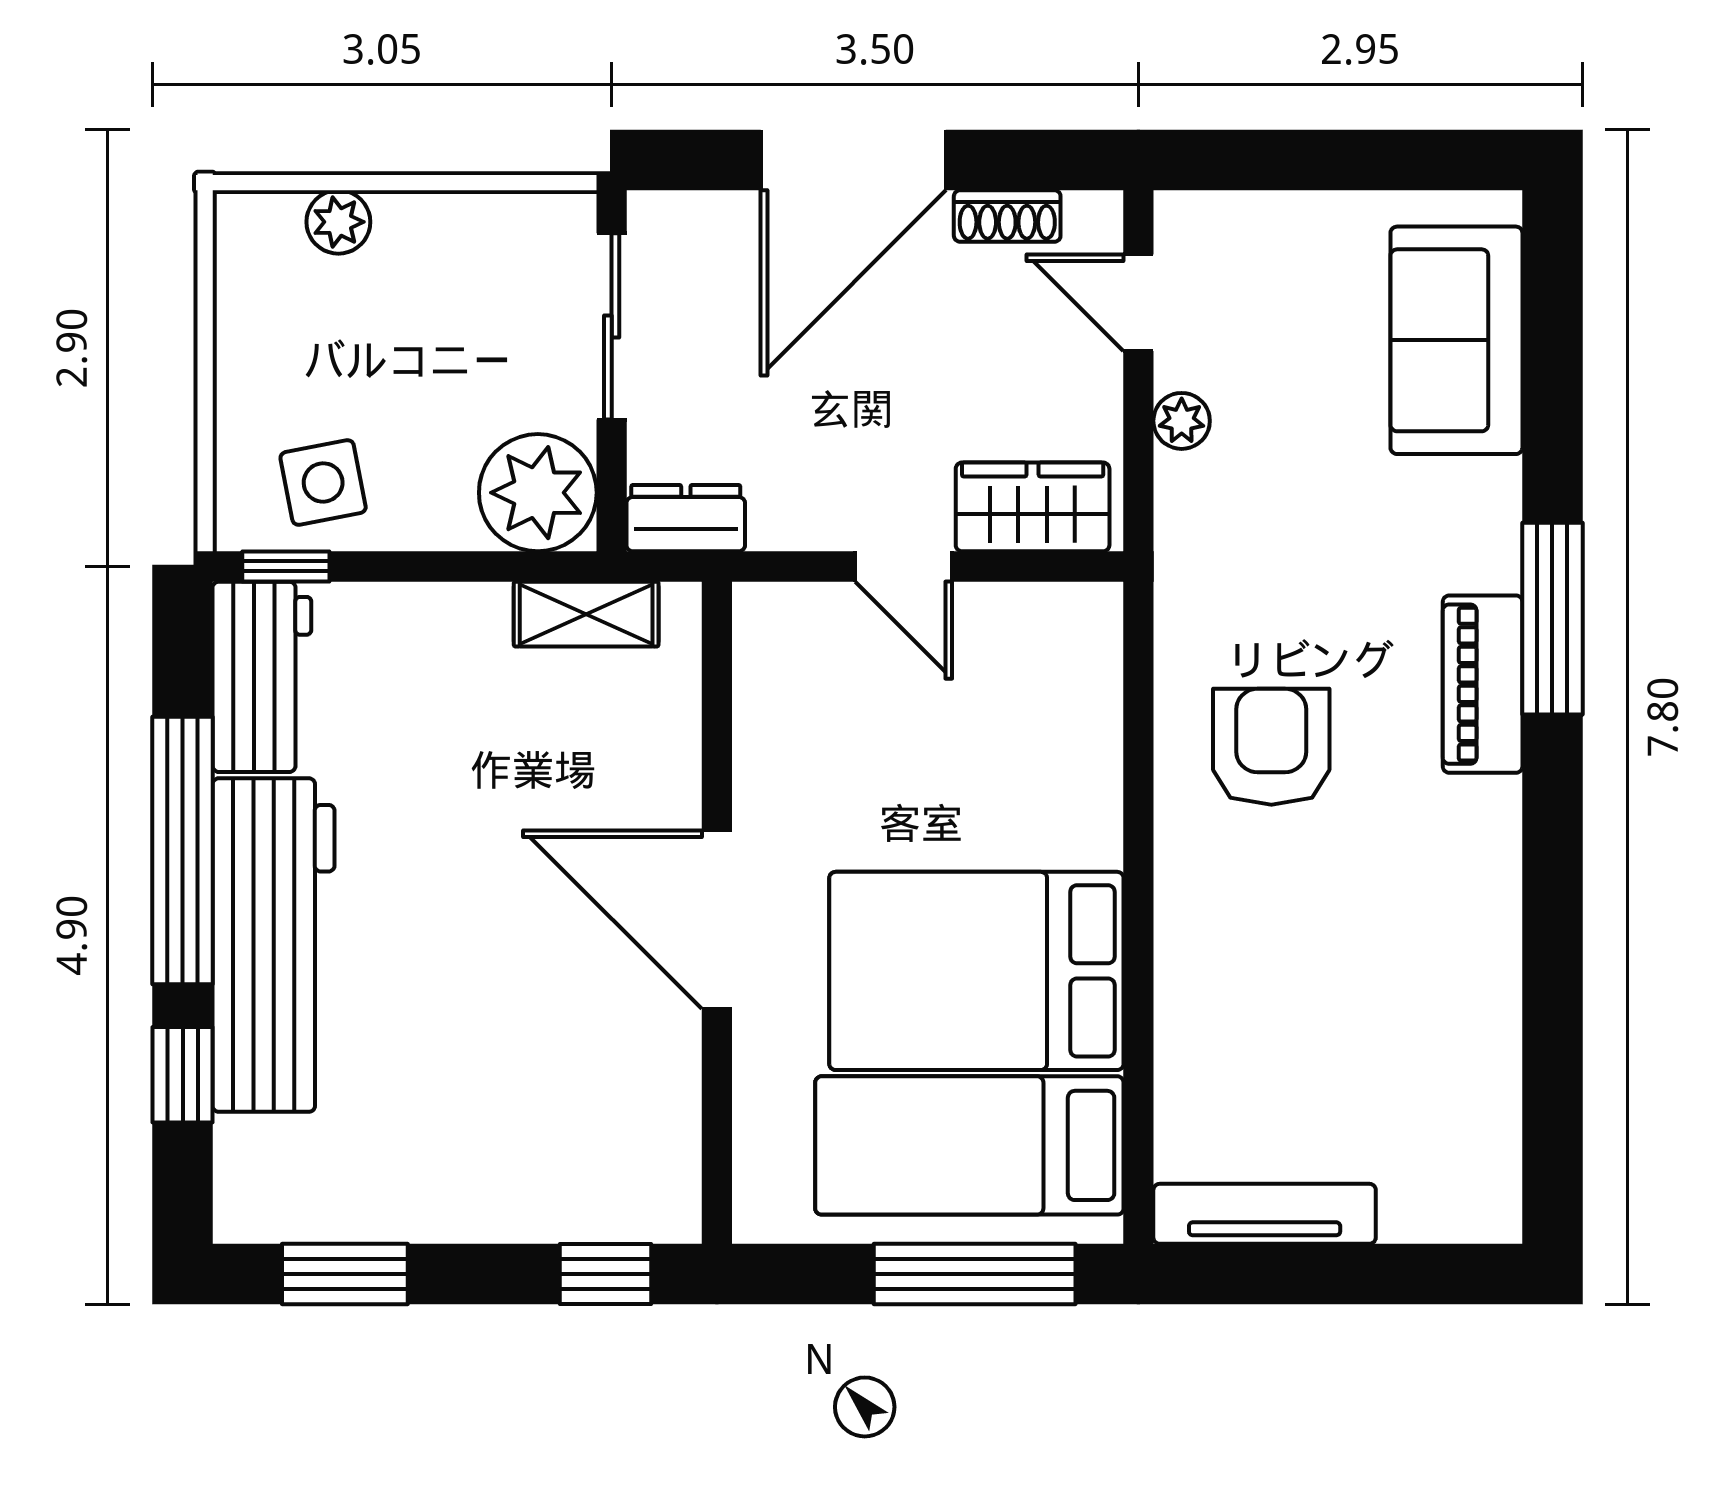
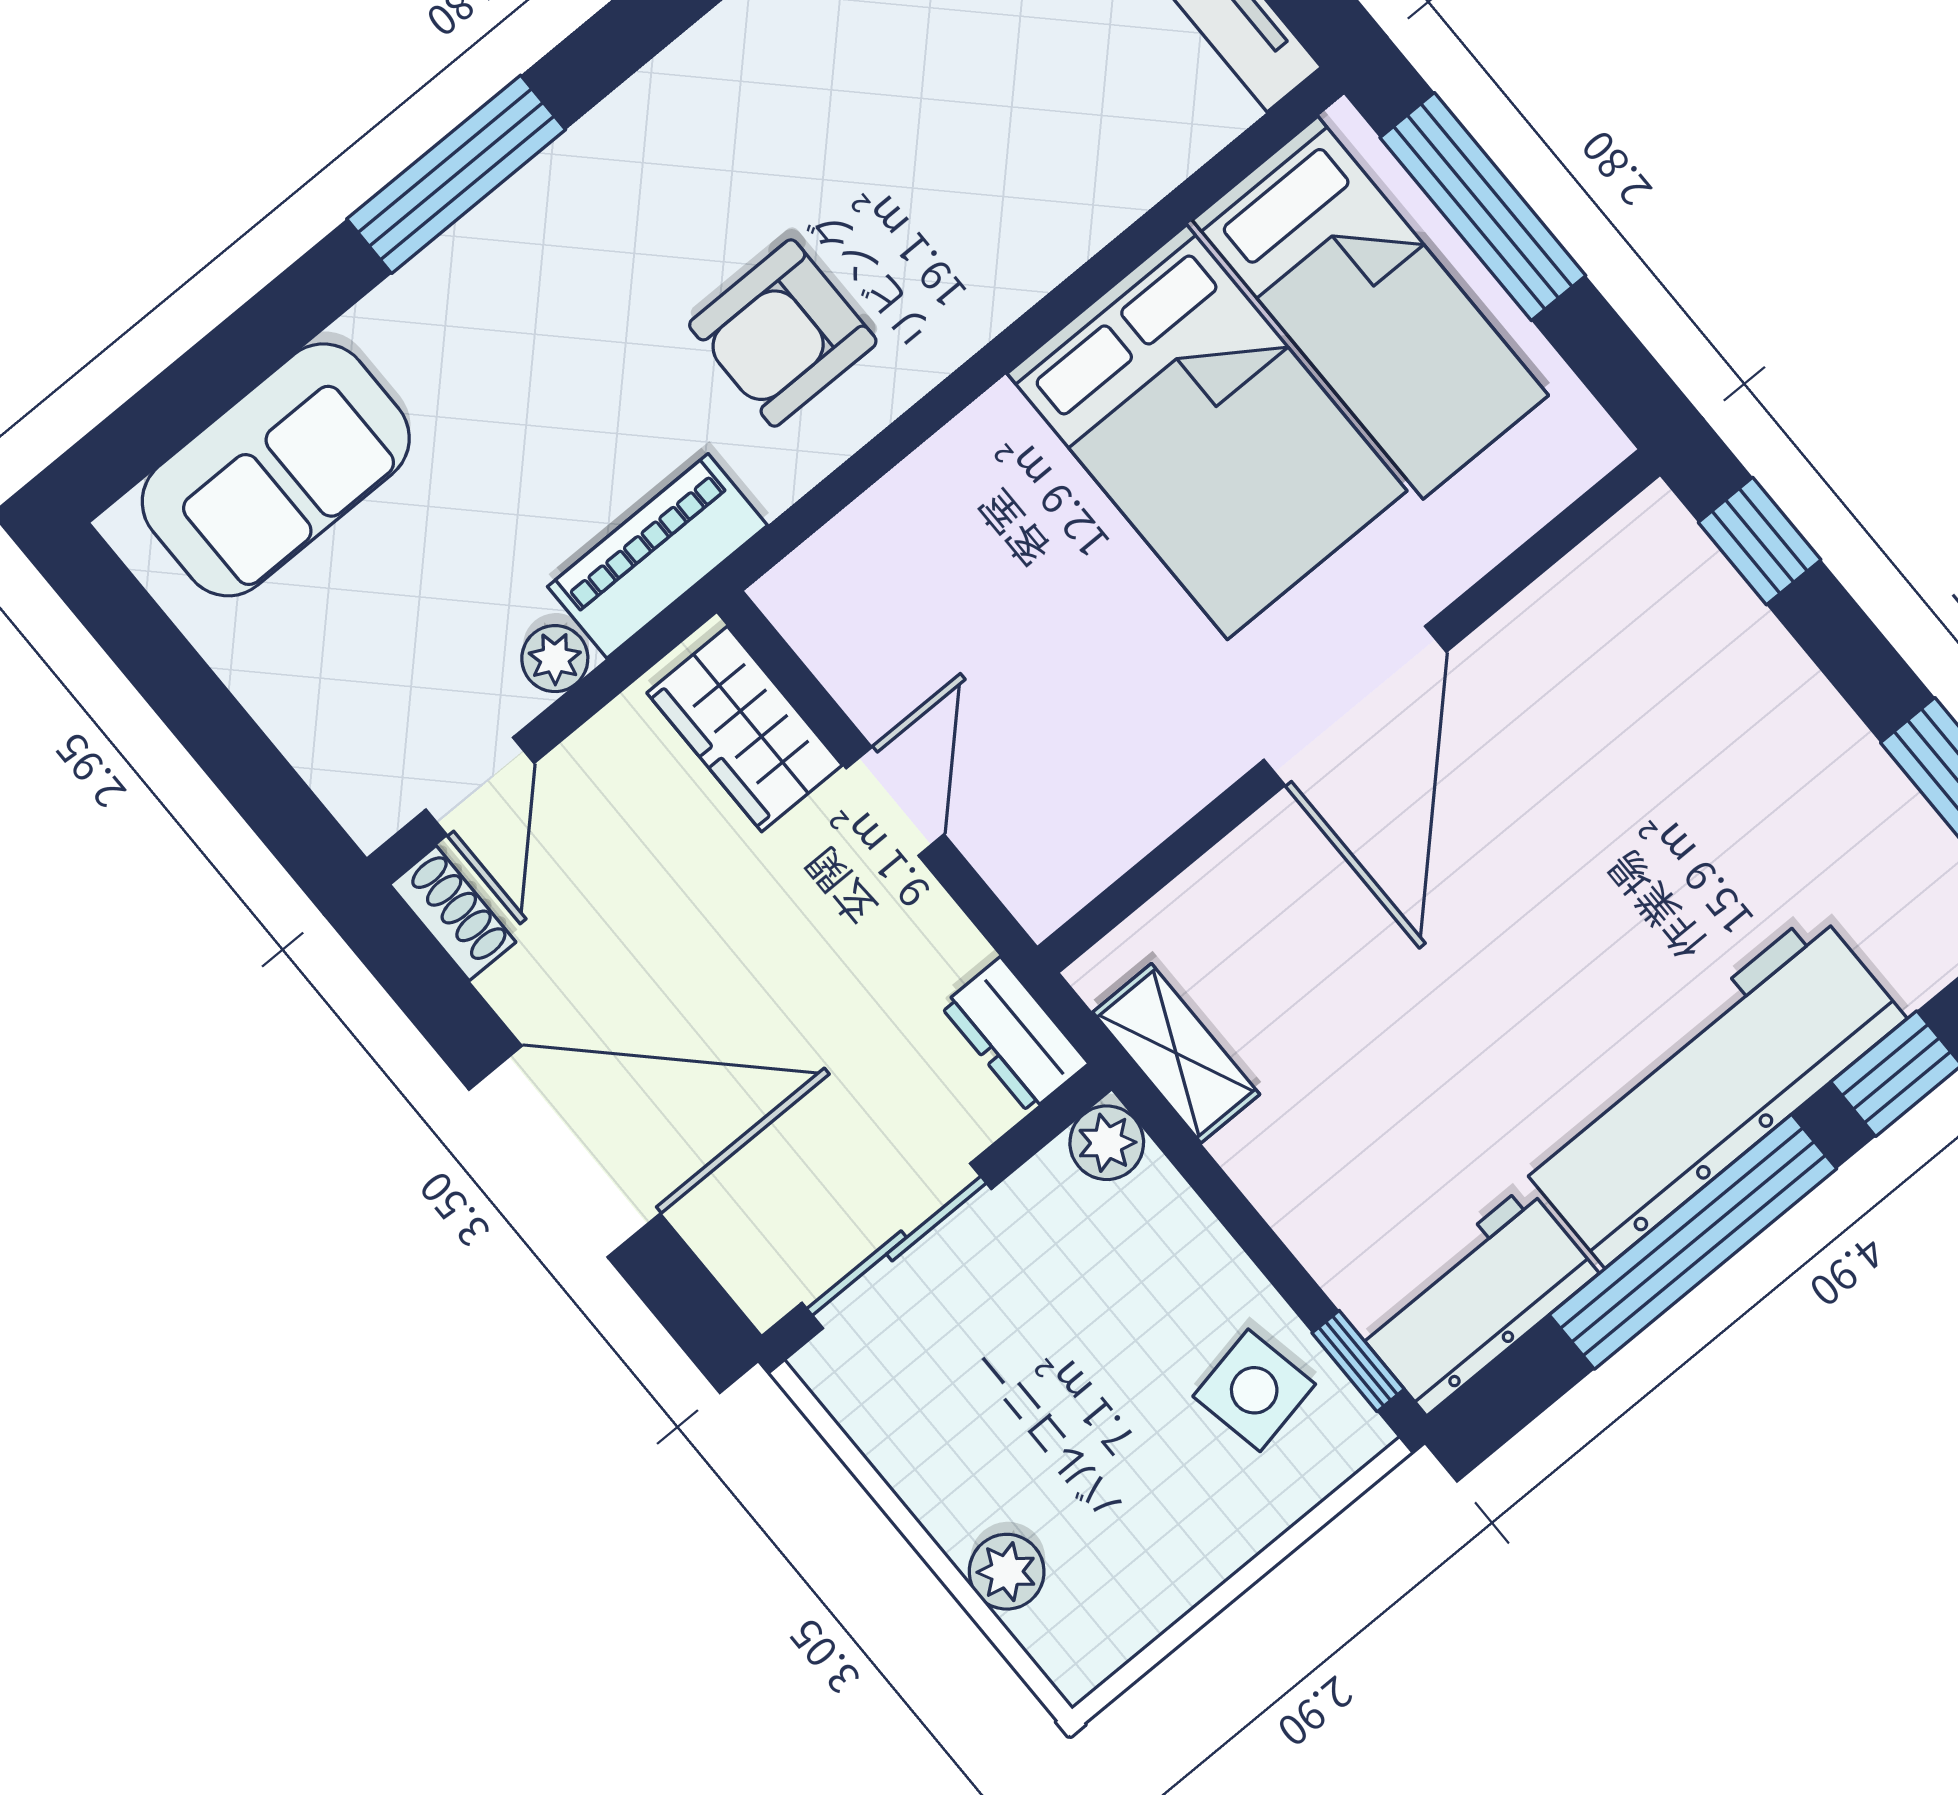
shoe rack: (1007, 216) -> (453, 913), moved
plant: (538, 493) -> (1107, 1143), width x0.53, depth x0.53
piano: (1483, 684) -> (657, 556), moved, turned 180

